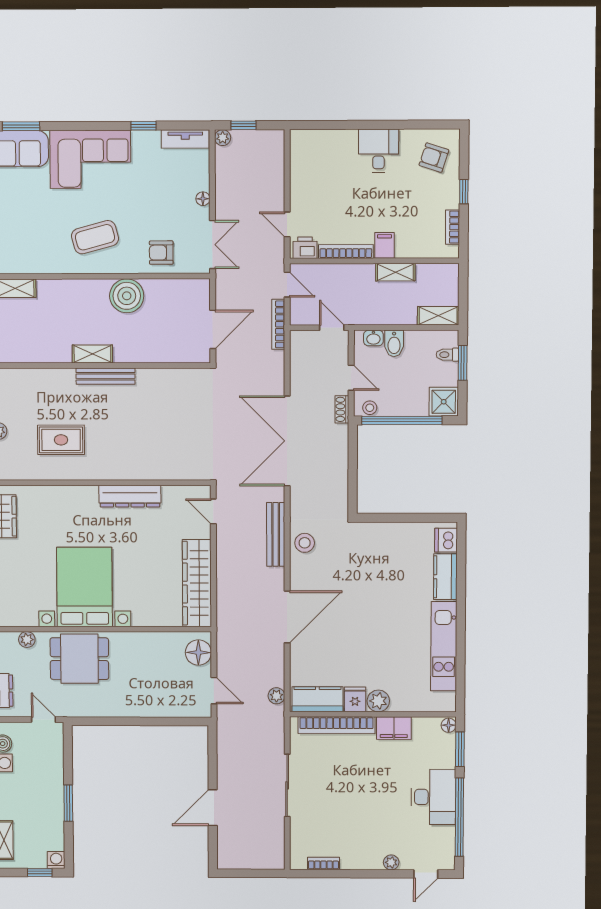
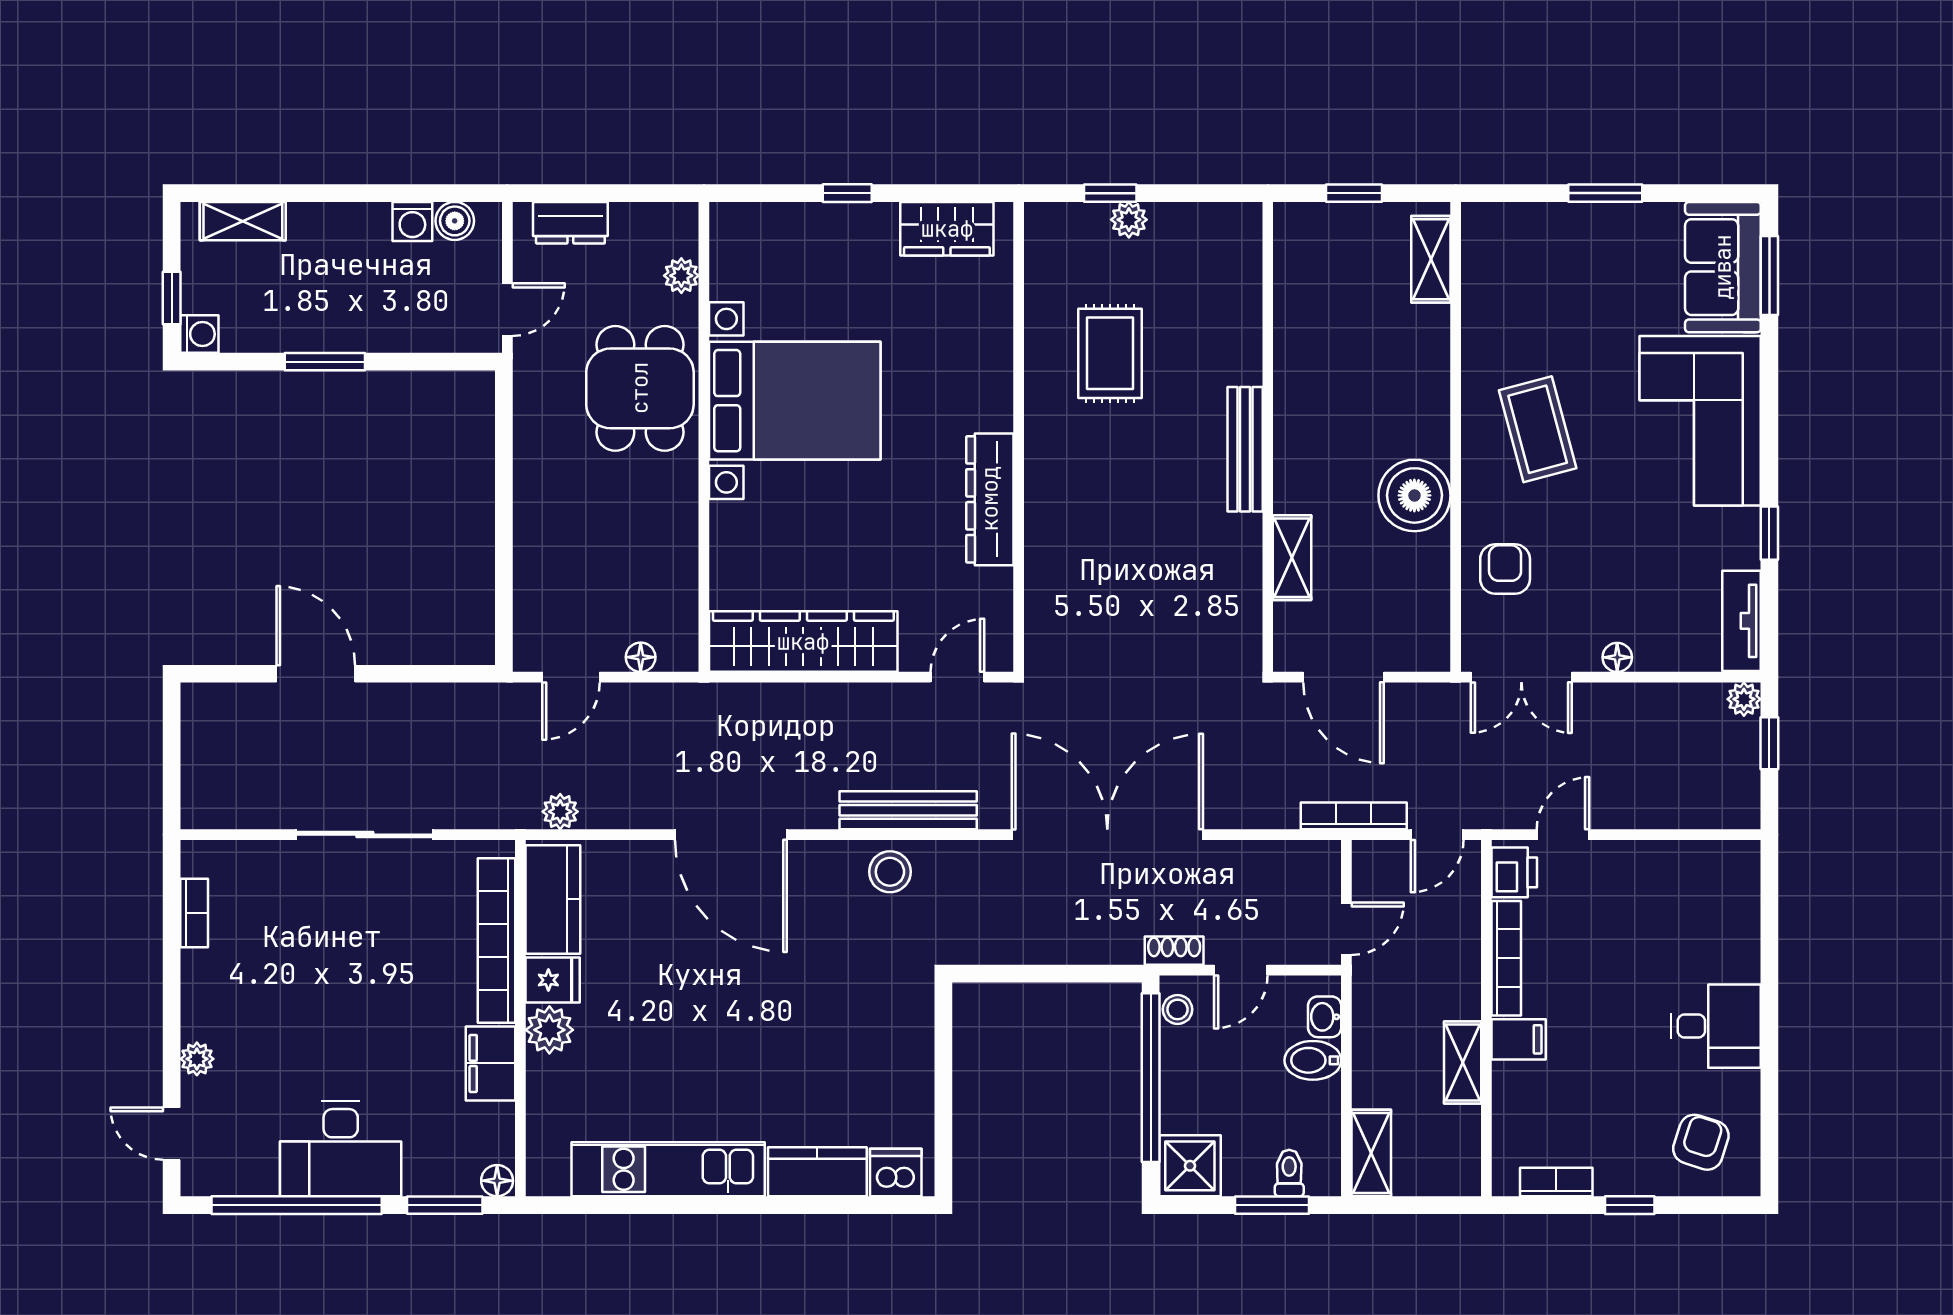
shelving: (92, 354) -> (1292, 558), moved
floor lamp: (198, 652) -> (641, 657), width x0.53, depth x0.53

